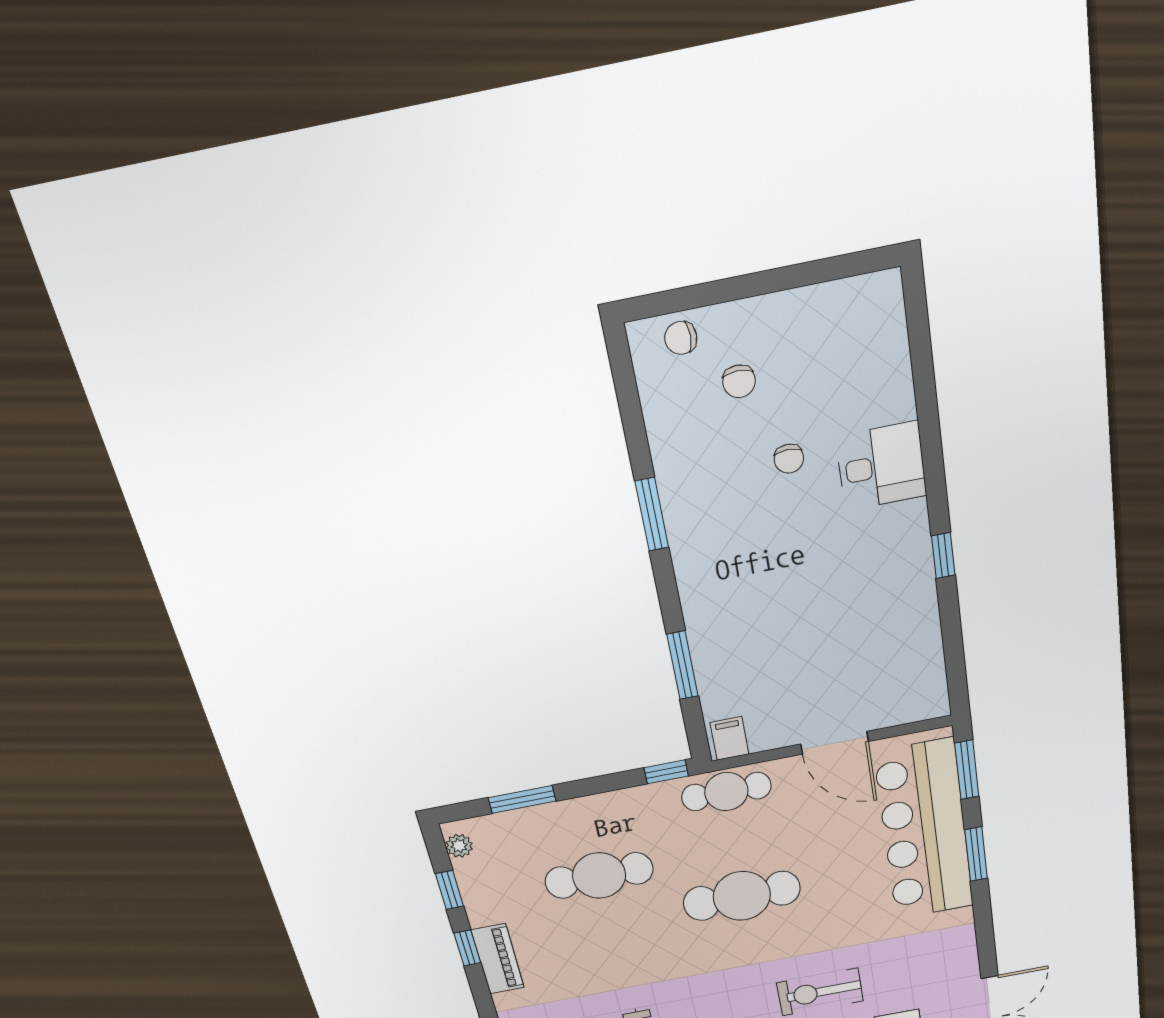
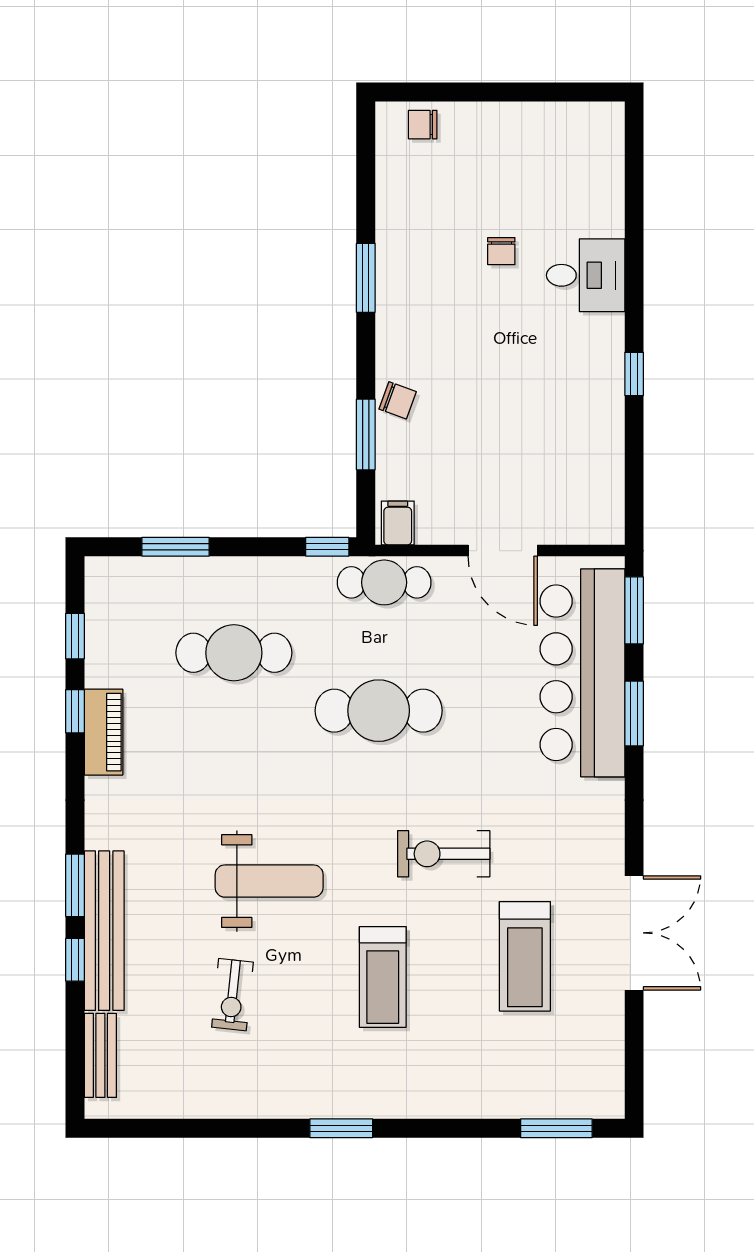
chair: (739, 381) -> (398, 400), moved, turned -70
plant: (459, 846) -> (99, 586), removed

